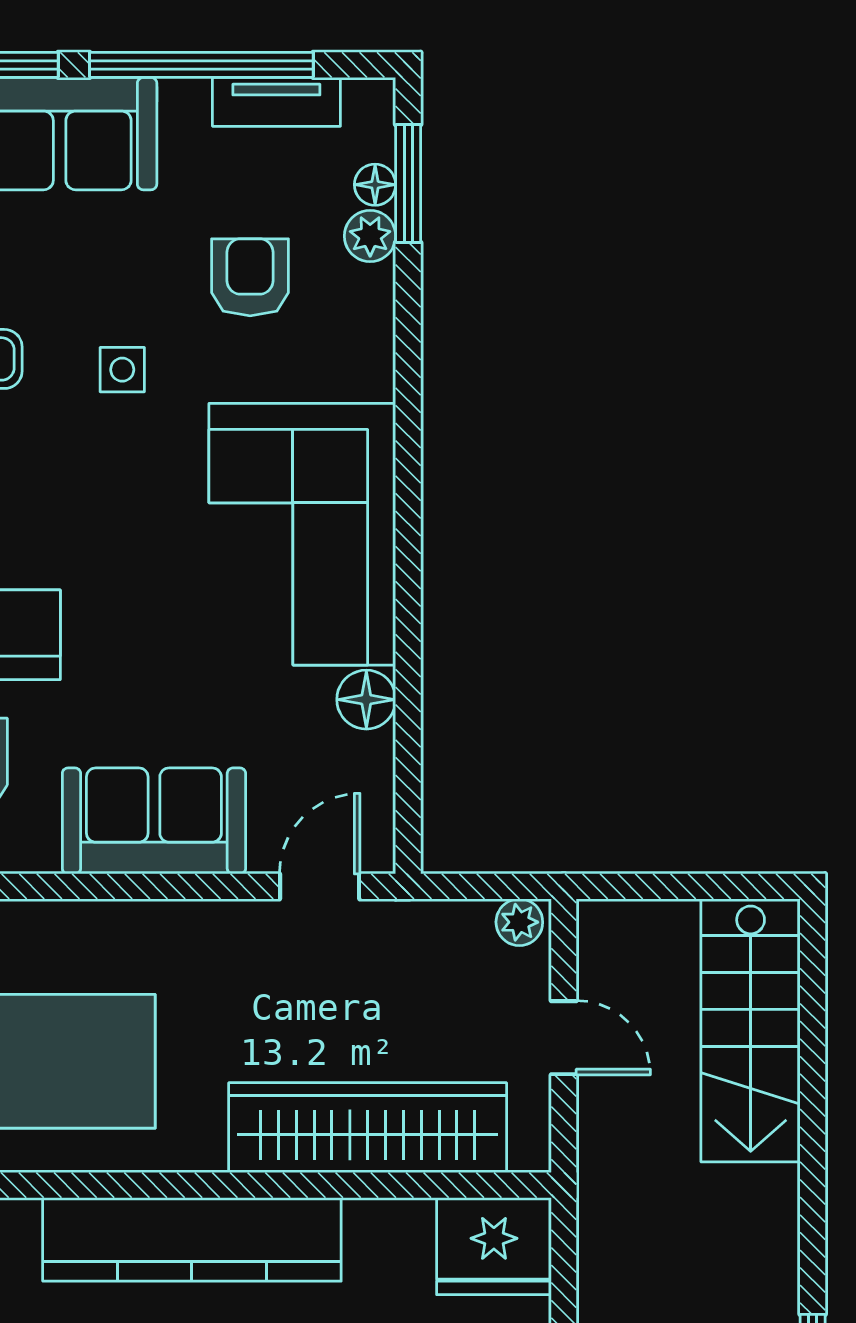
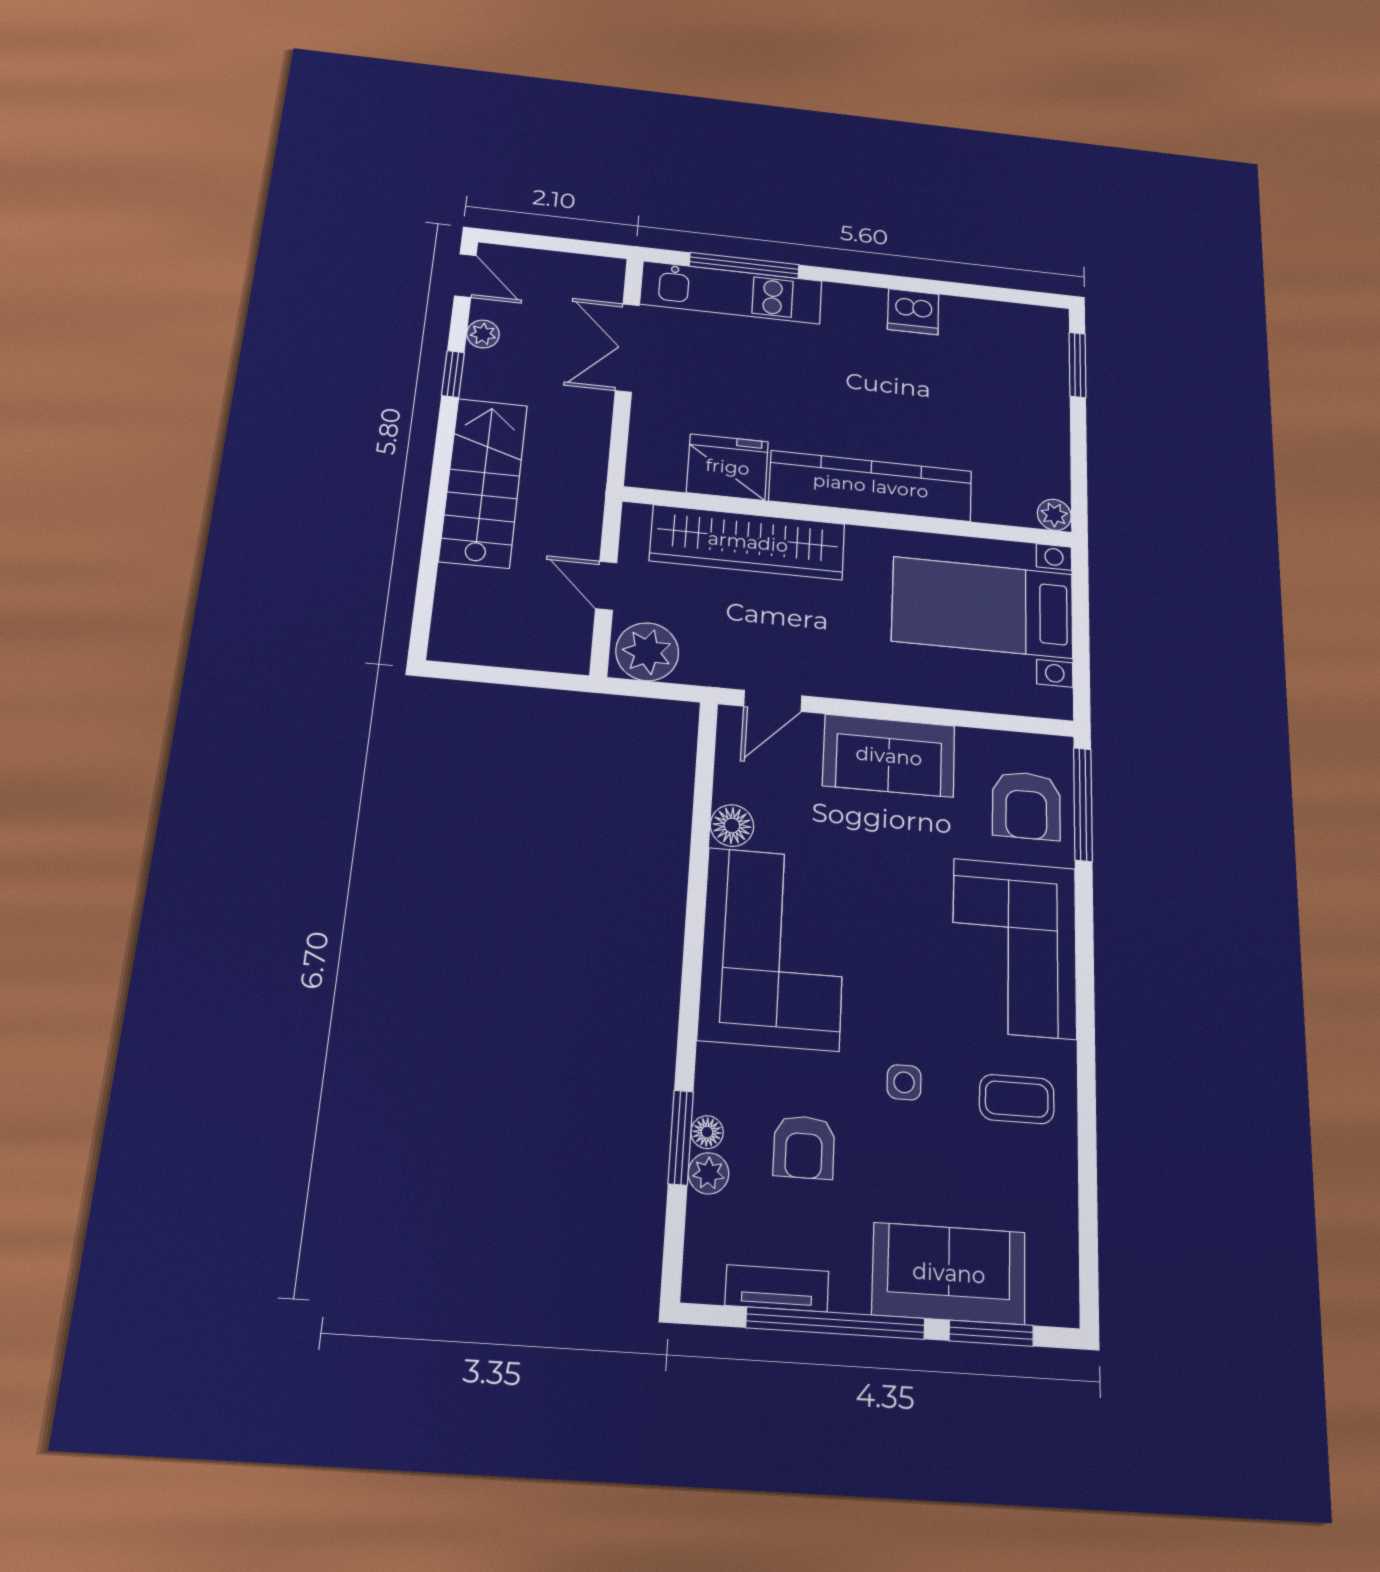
window: (408, 184) -> (681, 1137), moved
floor lamp: (375, 185) -> (707, 1132), moved
plant: (519, 922) -> (647, 652), width x1.88, depth x1.88
stairs: (751, 1030) -> (483, 482), moved
fridge: (494, 1246) -> (728, 467), moved

